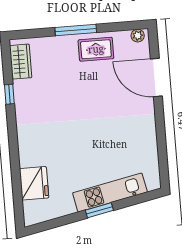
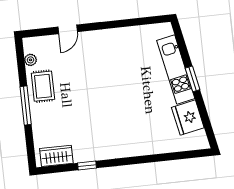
plant: (138, 36) -> (30, 60), moved
door: (156, 77) -> (68, 29), width x0.53
fridge: (34, 183) -> (188, 118), moved, turned -101

